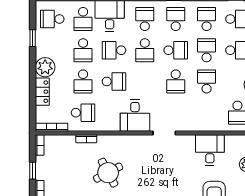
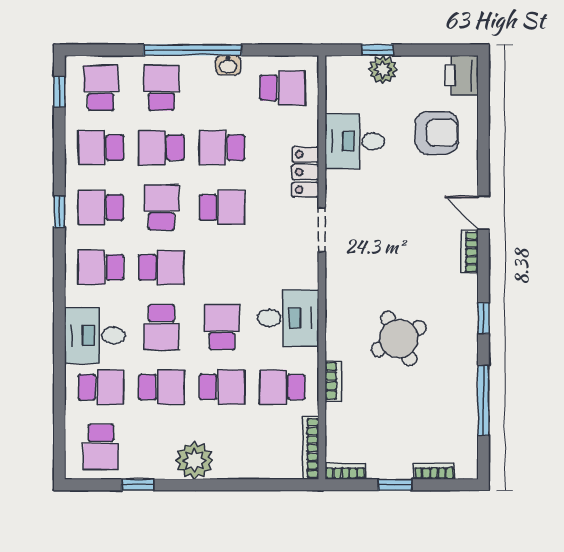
locker: (42, 92) -> (305, 172), moved, turned -90
school desk: (83, 113) -> (282, 387), turned -90
desk: (135, 116) -> (288, 318), moved

